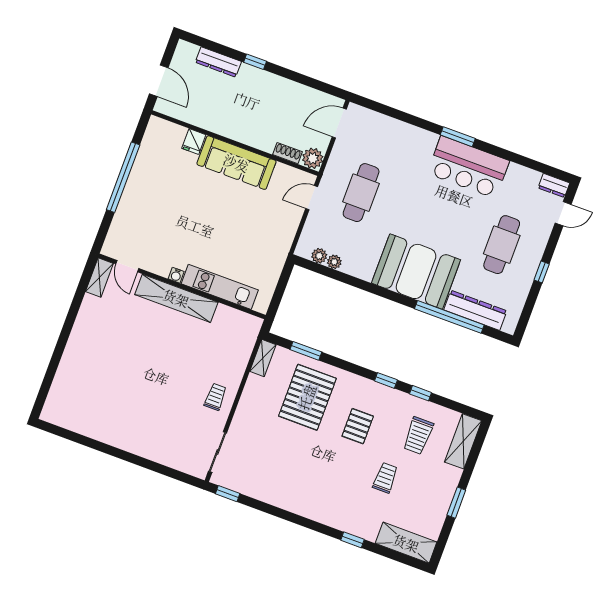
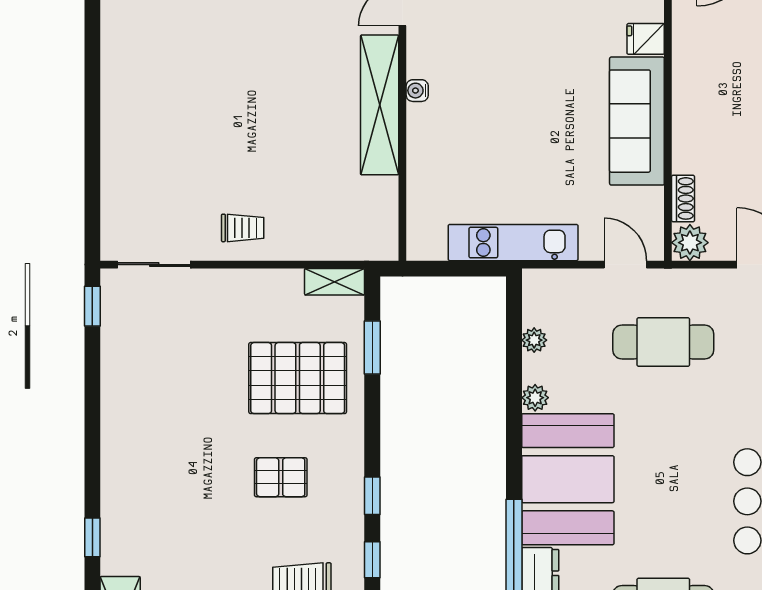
plant: (319, 256) -> (535, 398), moved
kitchen unit: (220, 287) -> (513, 243), moved, turned -90
trolley: (385, 478) -> (213, 553), removed

